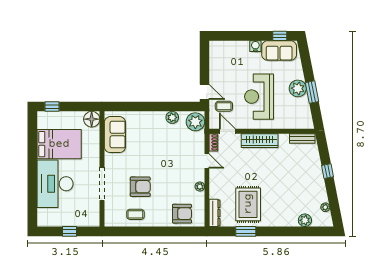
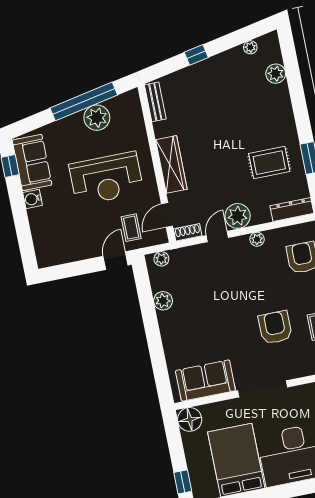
plant: (298, 88) -> (97, 118), moved
window: (312, 92) -> (84, 101), width x2.11
plant: (195, 122) -> (161, 259), width x0.53, depth x0.53
plant: (217, 177) -> (238, 216), added
doorway: (102, 184) -> (263, 389), moved
rug: (248, 204) -> (269, 163), width x0.73, depth x0.70

